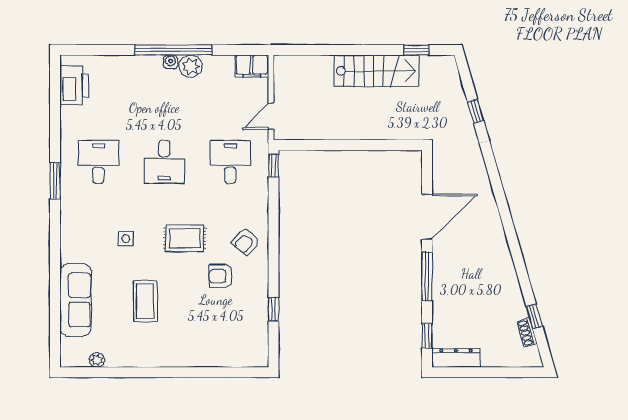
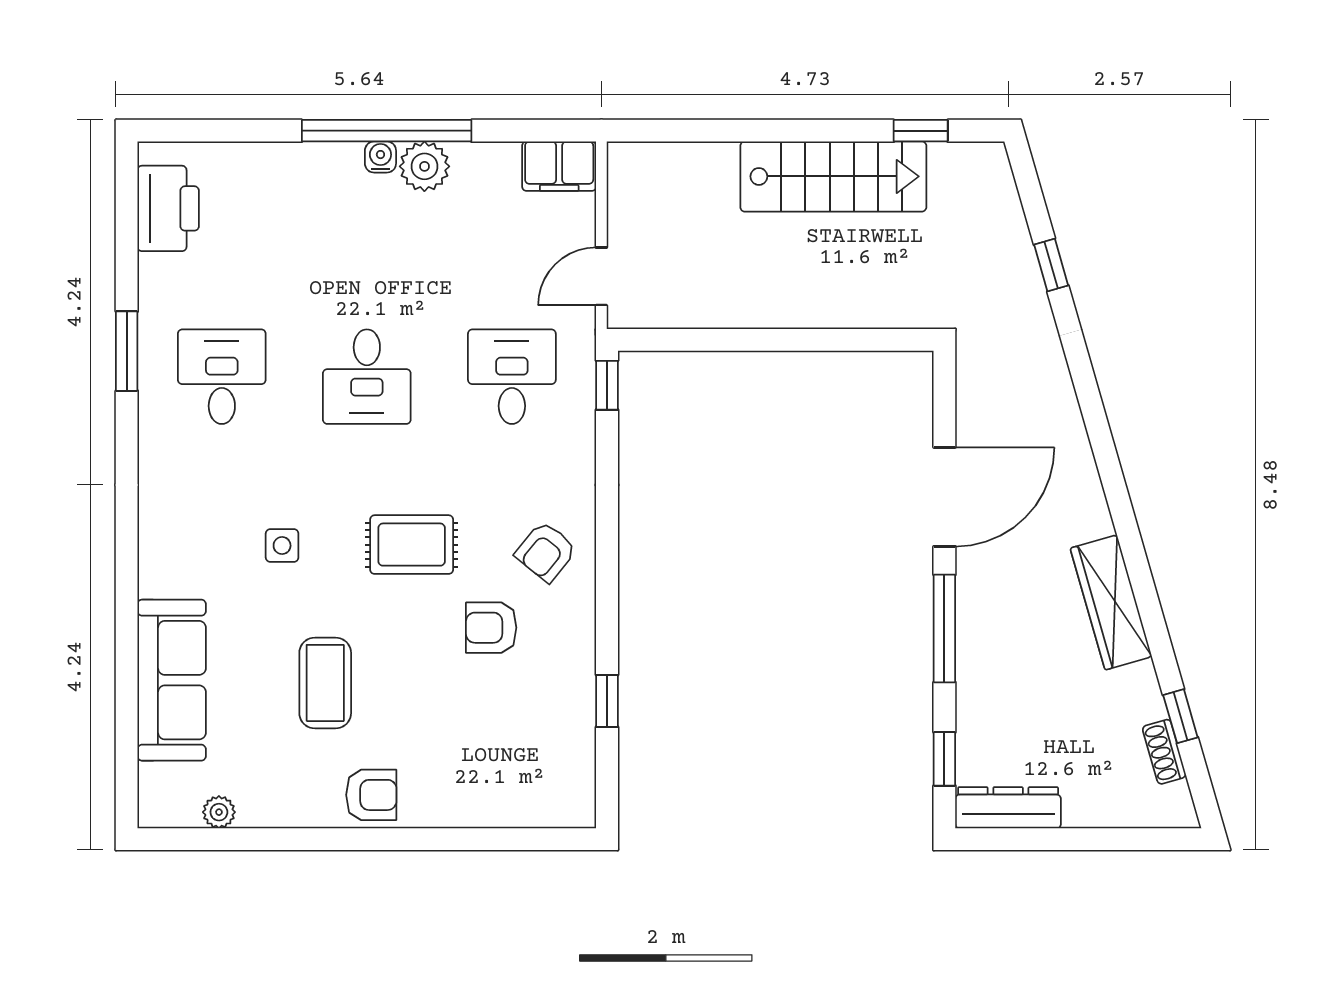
window: (55, 181) -> (127, 351), moved
wardrobe: (503, 265) -> (1111, 602), added
armchair: (166, 352) -> (371, 795), added

